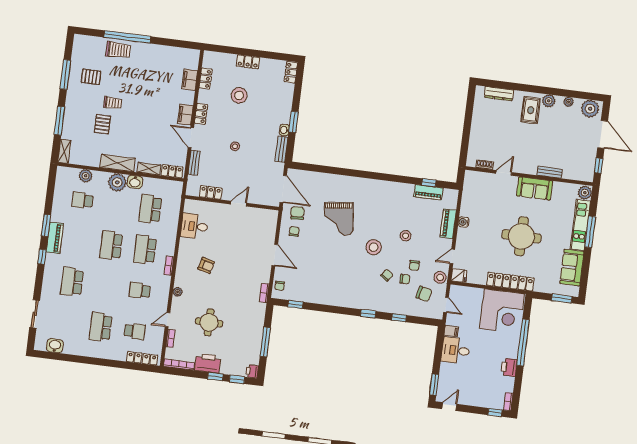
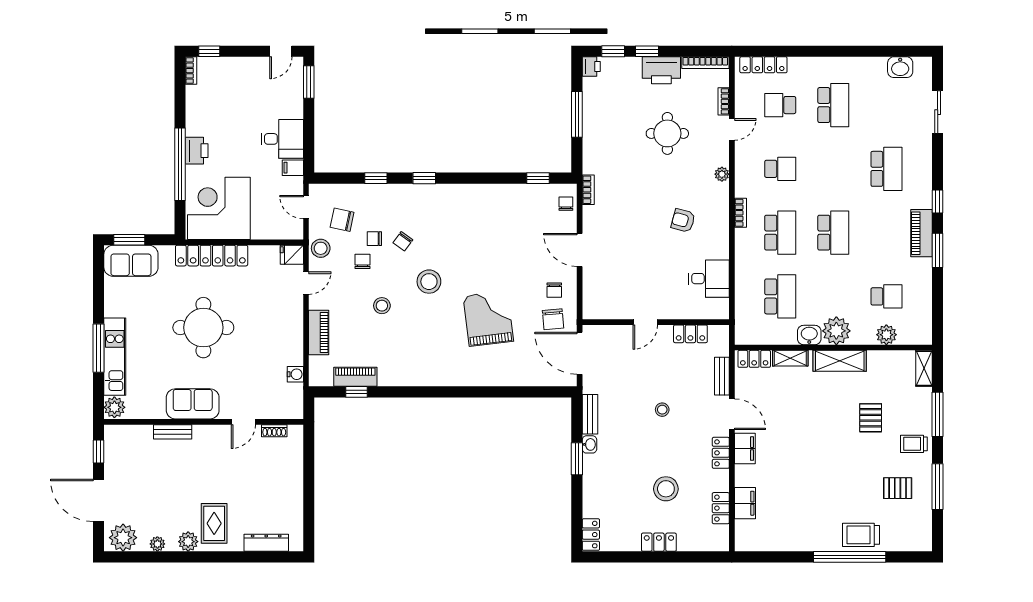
trolley: (113, 103) -> (914, 444), moved
water cooler: (464, 222) -> (295, 374), moved
sofa: (572, 268) -> (131, 261), moved, turned 90
printer: (509, 367) -> (197, 151), moved

